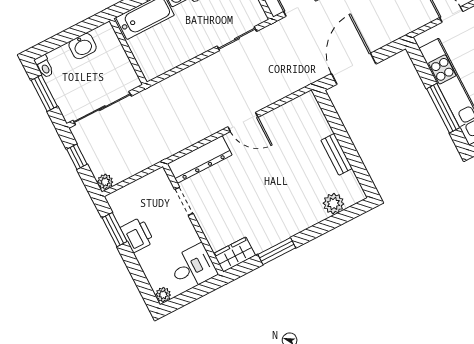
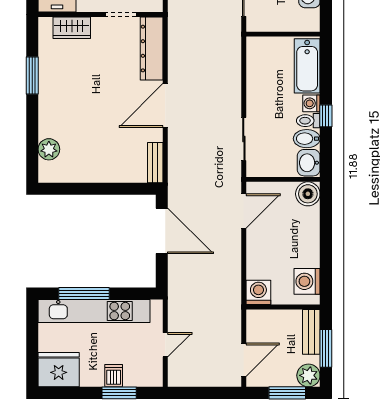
door: (243, 122) -> (165, 105), width x1.36
bench: (337, 154) -> (155, 163), moved, turned 90
wardrobe: (234, 255) -> (72, 28), moved, turned 90

